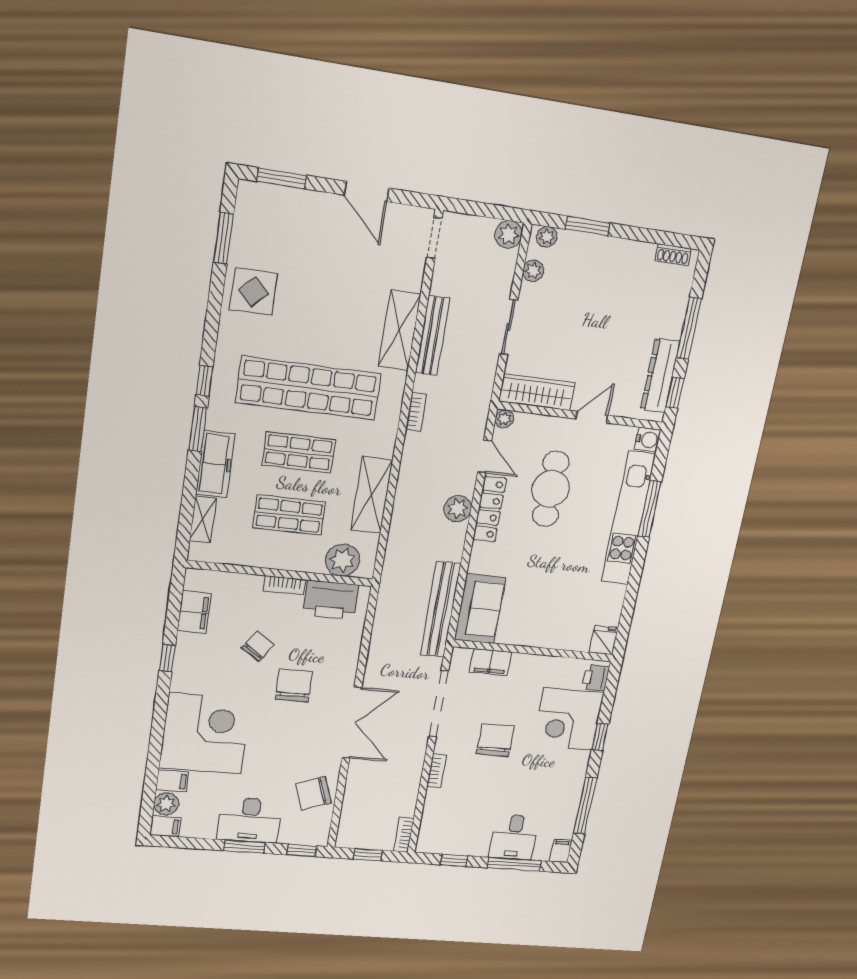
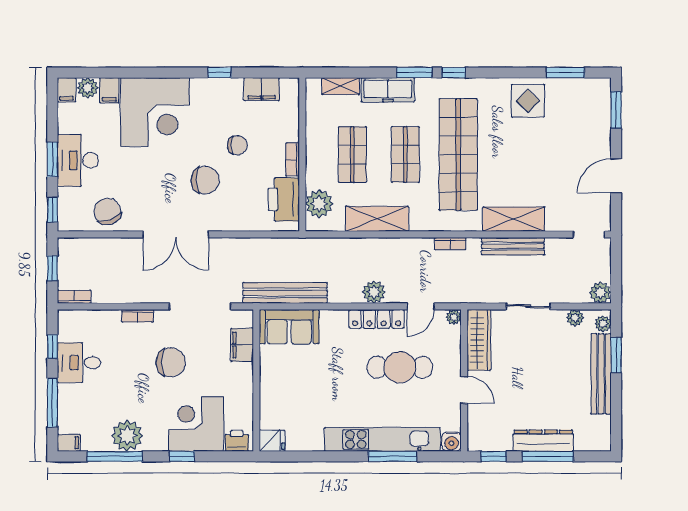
bench: (606, 248) -> (601, 374), added
shoe rack: (673, 255) -> (604, 430), removed
dresser: (660, 375) -> (543, 441), moved
chair: (258, 646) -> (237, 145), turned -34
plant: (566, 791) -> (127, 436), added
desk: (514, 837) -> (79, 363), moved

